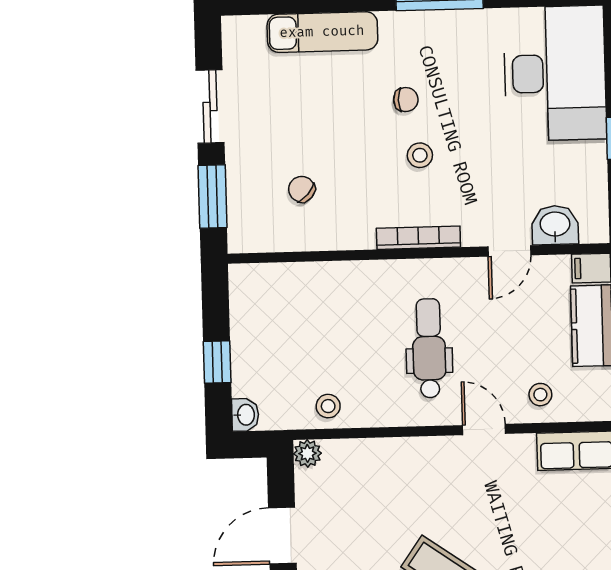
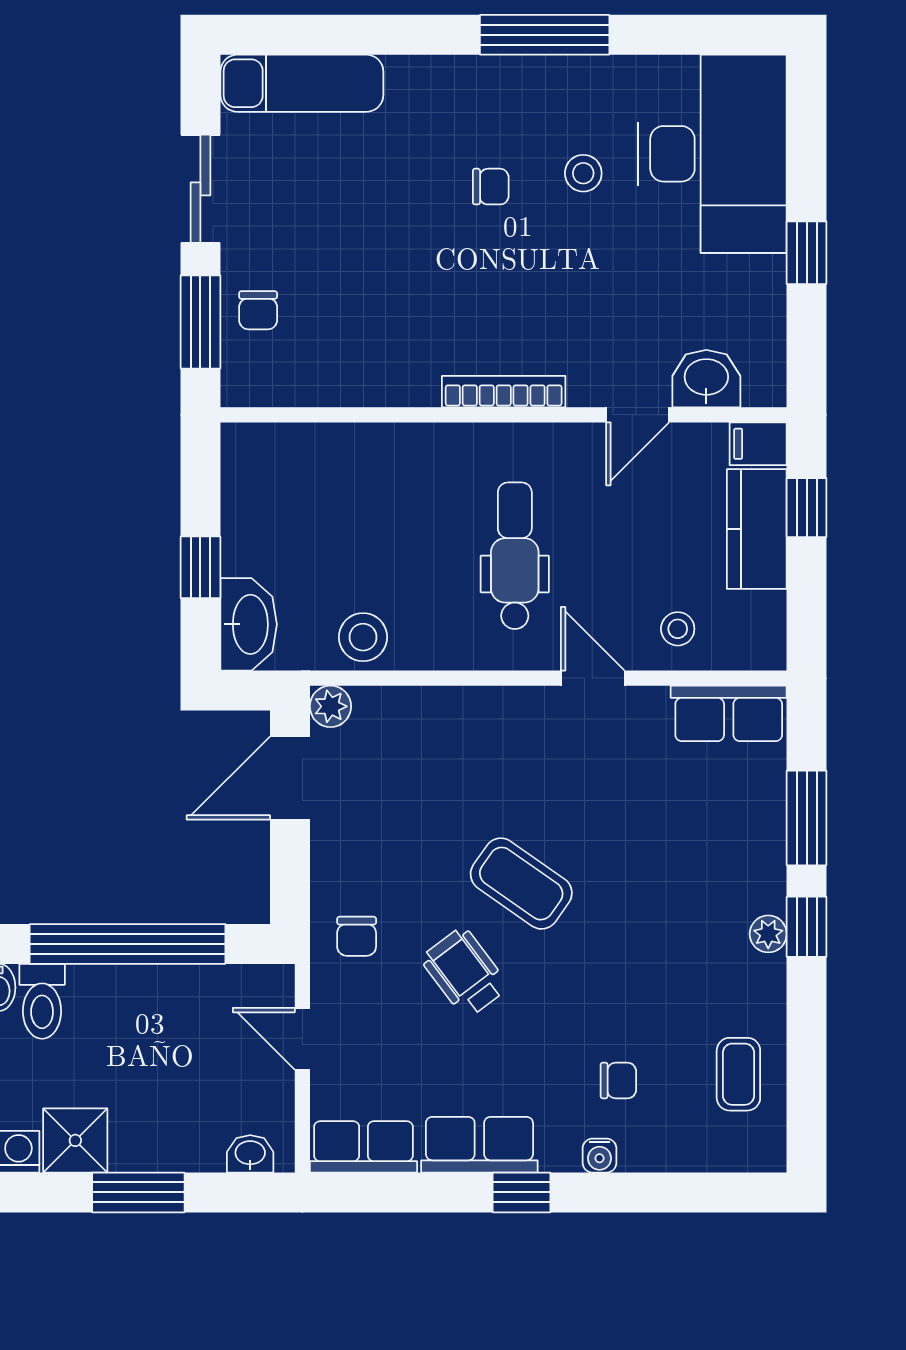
exam couch: (322, 32) -> (302, 83), moved
stool: (420, 155) -> (583, 173), moved
chair: (302, 189) -> (258, 310), moved, turned -132
stool: (328, 406) -> (363, 637), width x1.37, depth x1.37
washbasin: (245, 415) -> (249, 624), width x1.91, depth x1.45
door: (282, 536) -> (290, 778), moved

